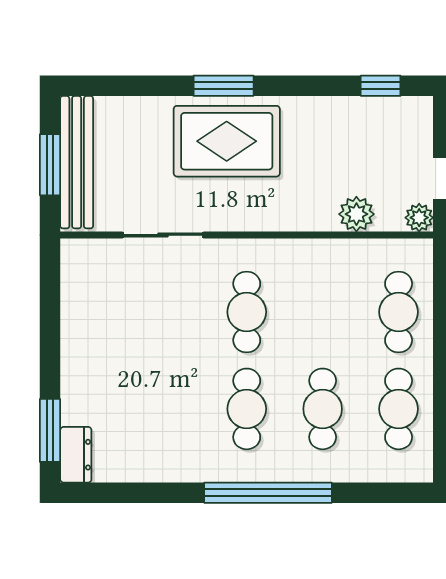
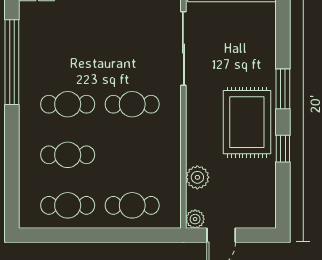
window: (381, 86) -> (283, 149), moved
rug: (227, 141) -> (247, 122), moved
sliding door: (163, 235) -> (183, 48), width x1.37
window: (268, 493) -> (12, 62), moved

